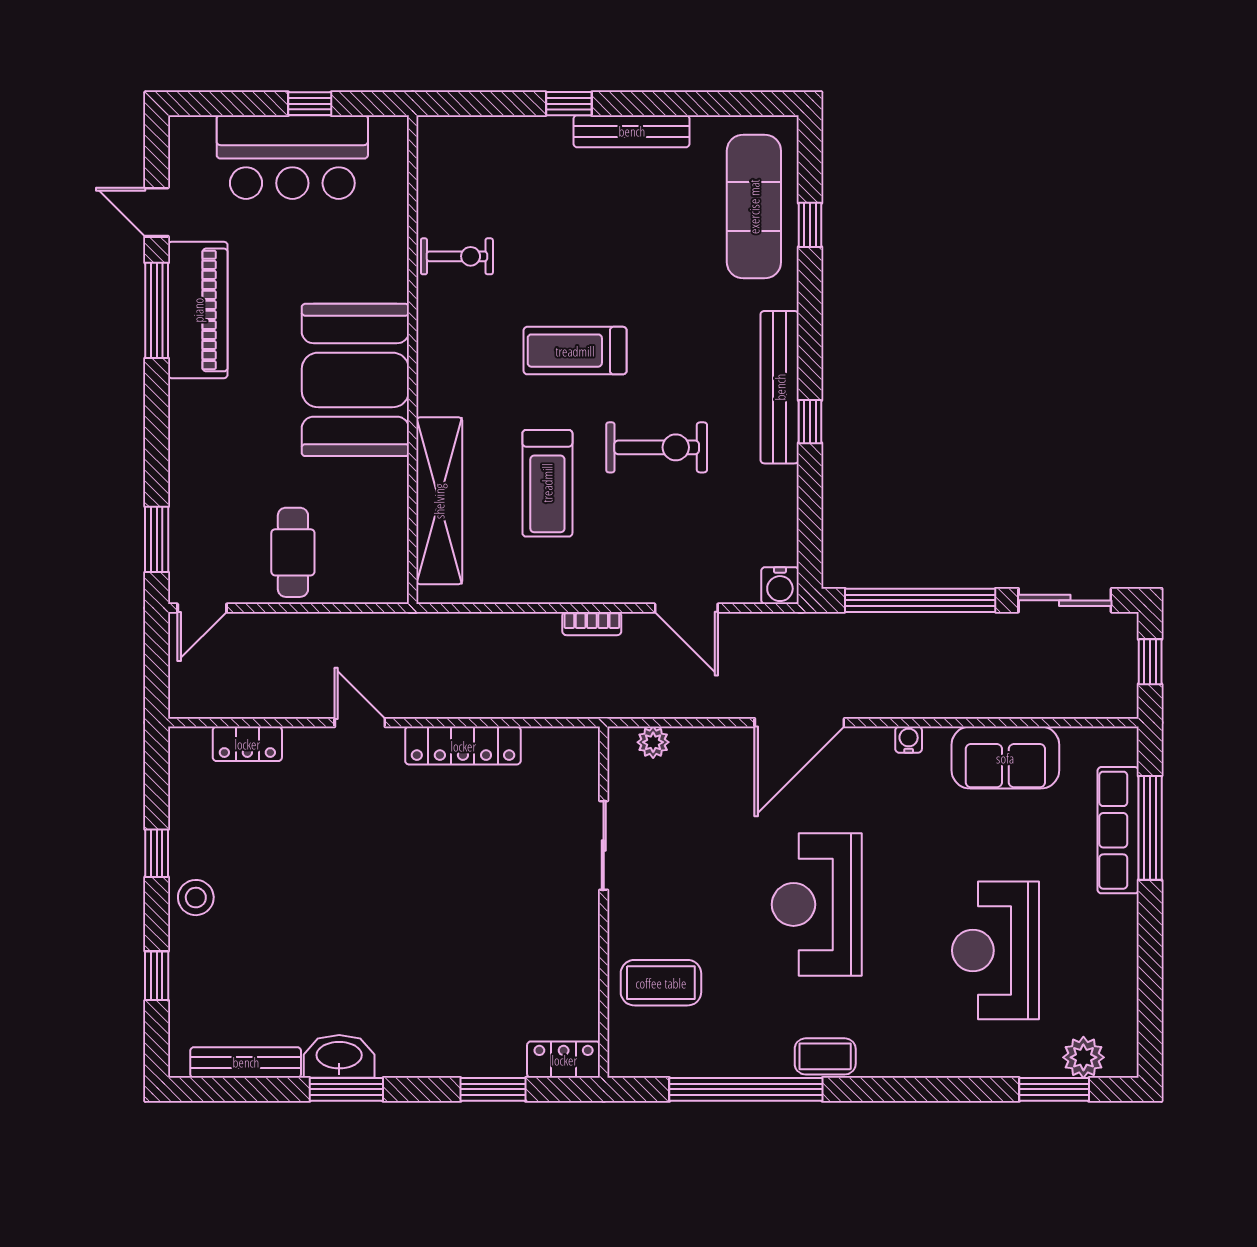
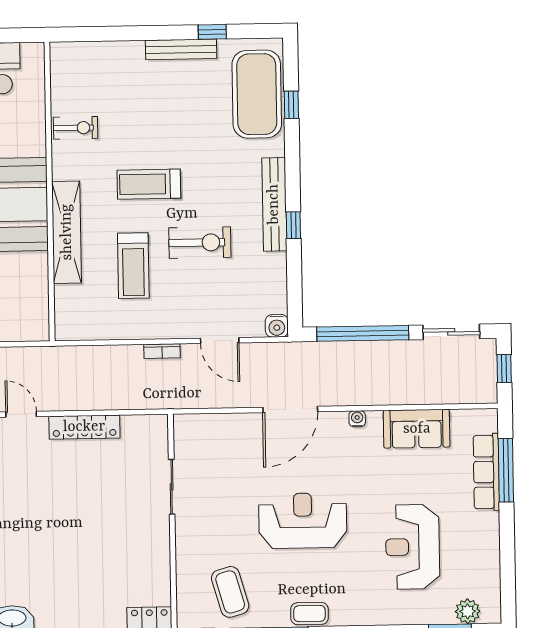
window: (569, 104) -> (212, 32), moved
exercise mat: (754, 207) -> (257, 94), width x1.47
shelving: (439, 501) -> (67, 232), moved
plant: (653, 742) -> (201, 423), removed
reception desk: (817, 904) -> (303, 521), turned 90
coffee table: (661, 983) -> (230, 592), moved, turned 74

